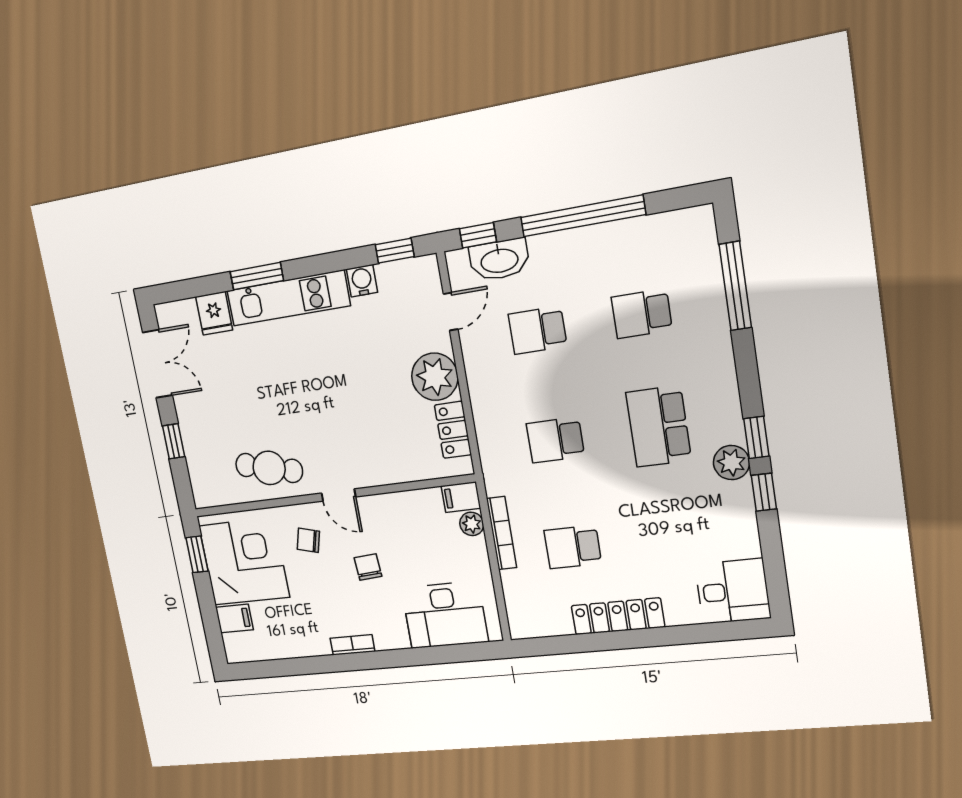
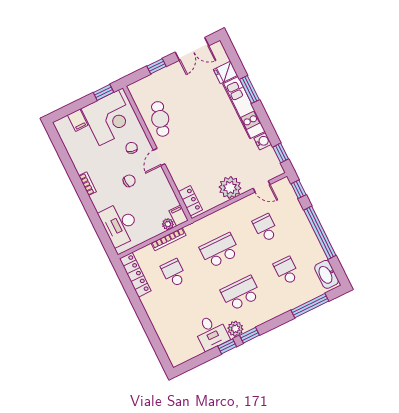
washbasin: (499, 260) -> (327, 274), moved
locker: (453, 430) -> (190, 201), moved, turned 90
school desk: (555, 440) -> (220, 251), width x1.85
desk: (733, 591) -> (211, 332), moved
locker: (618, 616) -> (135, 275), moved

